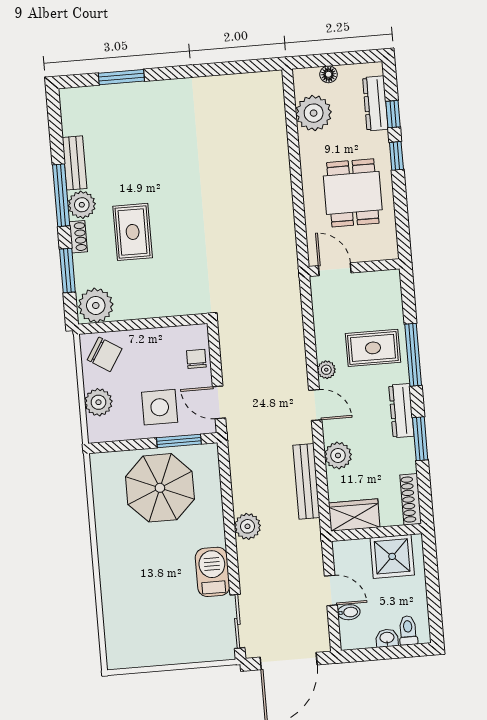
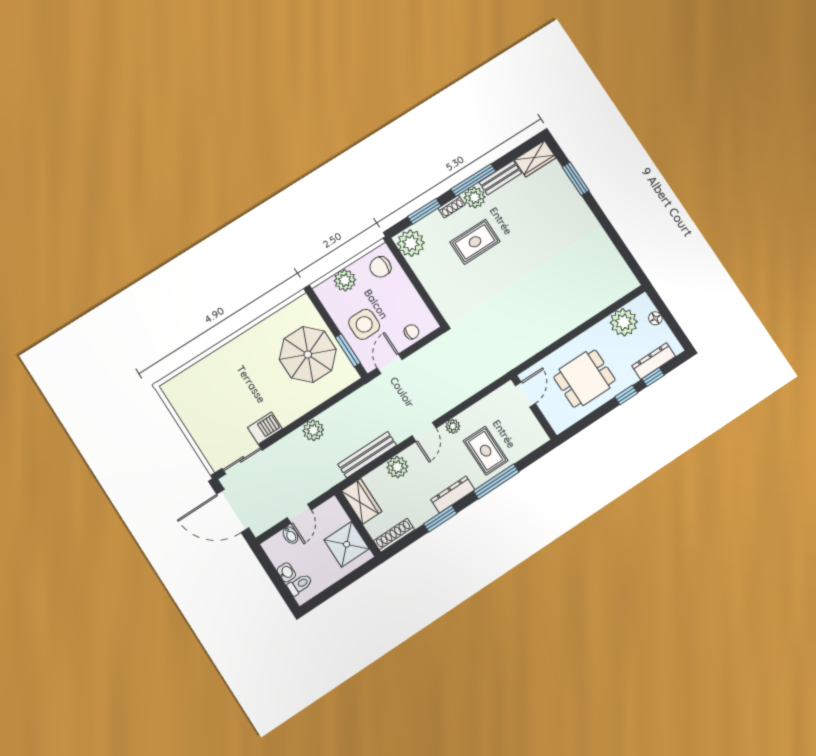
wardrobe: (74, 111) -> (535, 159), added
chair: (105, 354) -> (380, 267), turned 58
barbecue: (213, 572) -> (265, 428), width x0.73, depth x0.79

